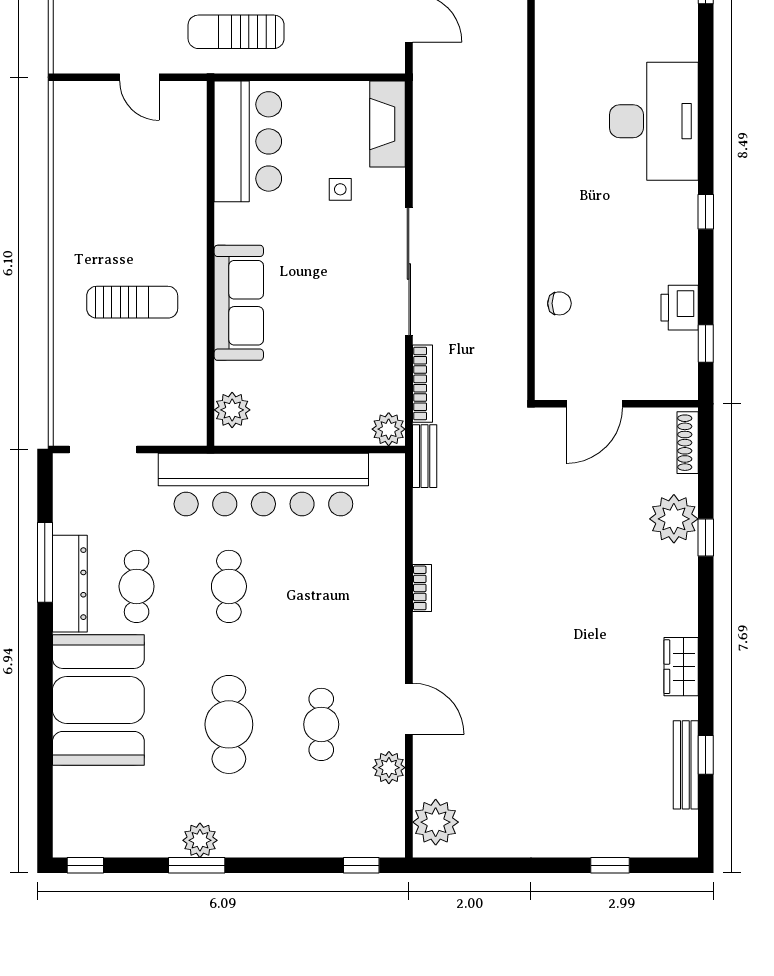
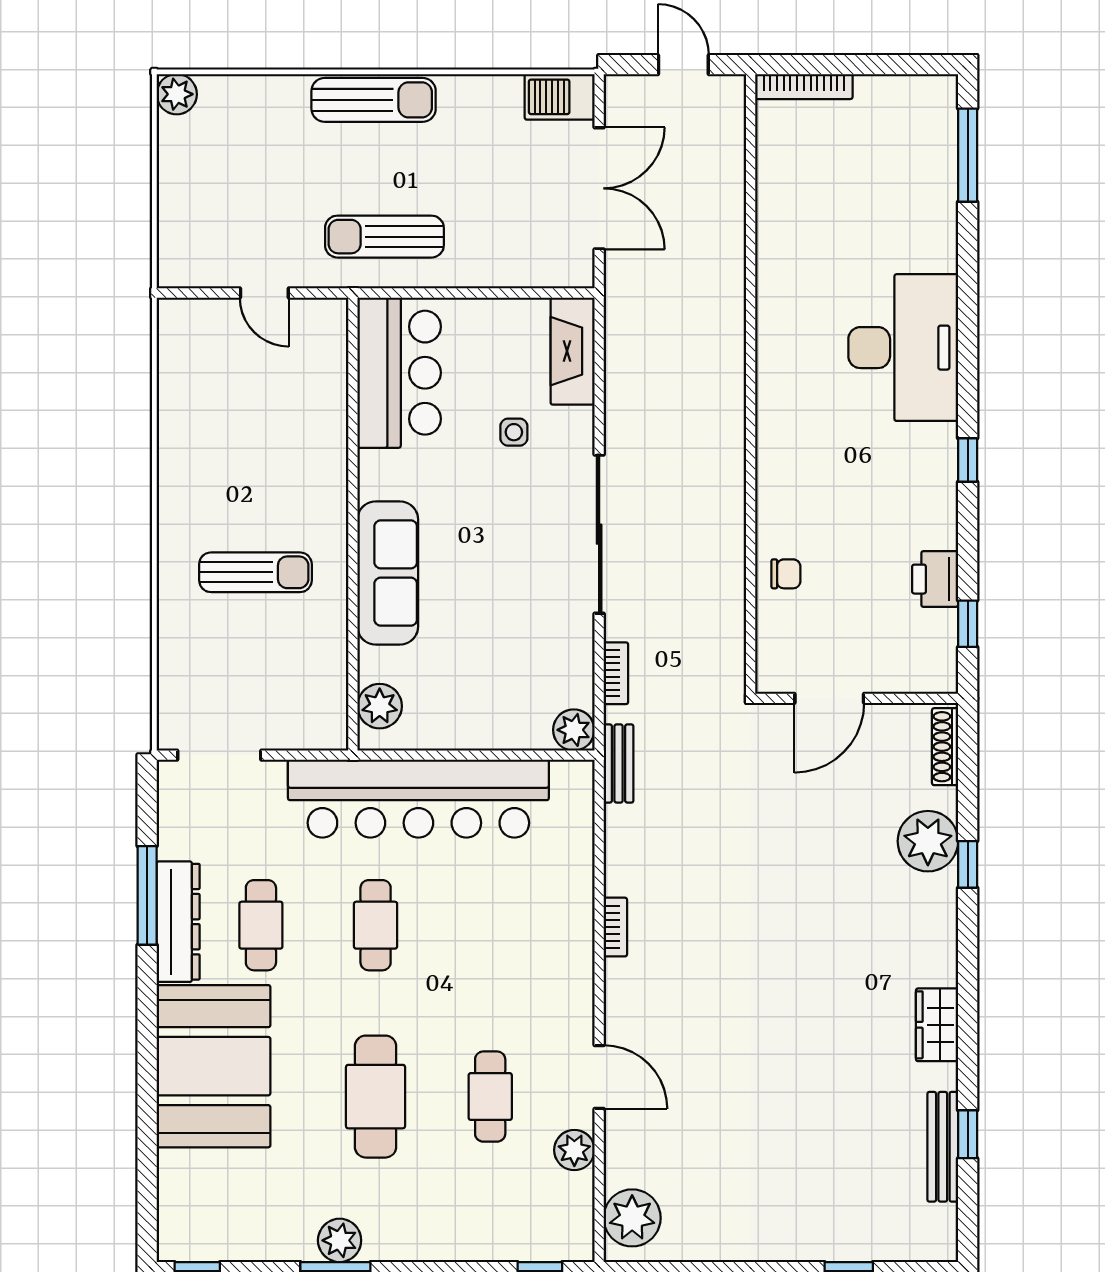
bookcase: (422, 384) -> (616, 673), width x0.64

